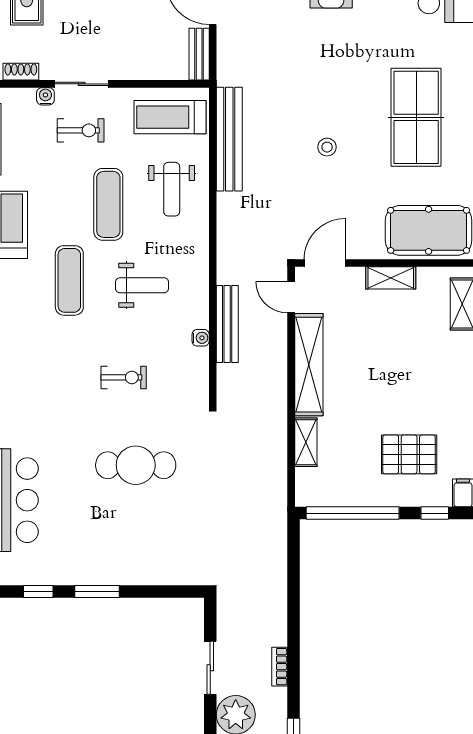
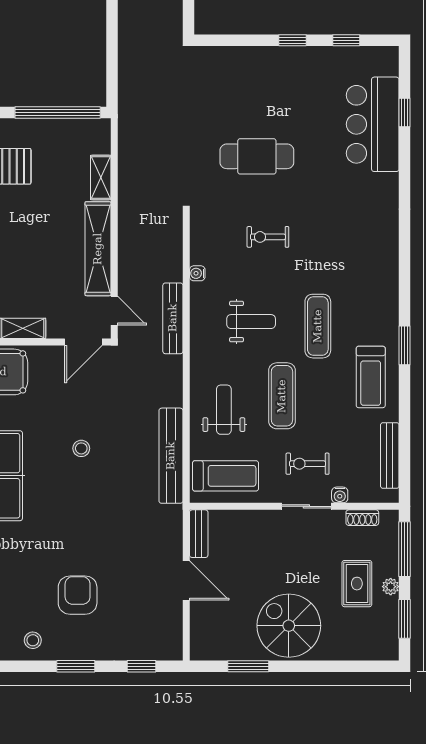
weight bench: (142, 285) -> (251, 322), turned 180
bench: (227, 324) -> (173, 318), moved
window: (97, 592) -> (292, 40), width x0.67

